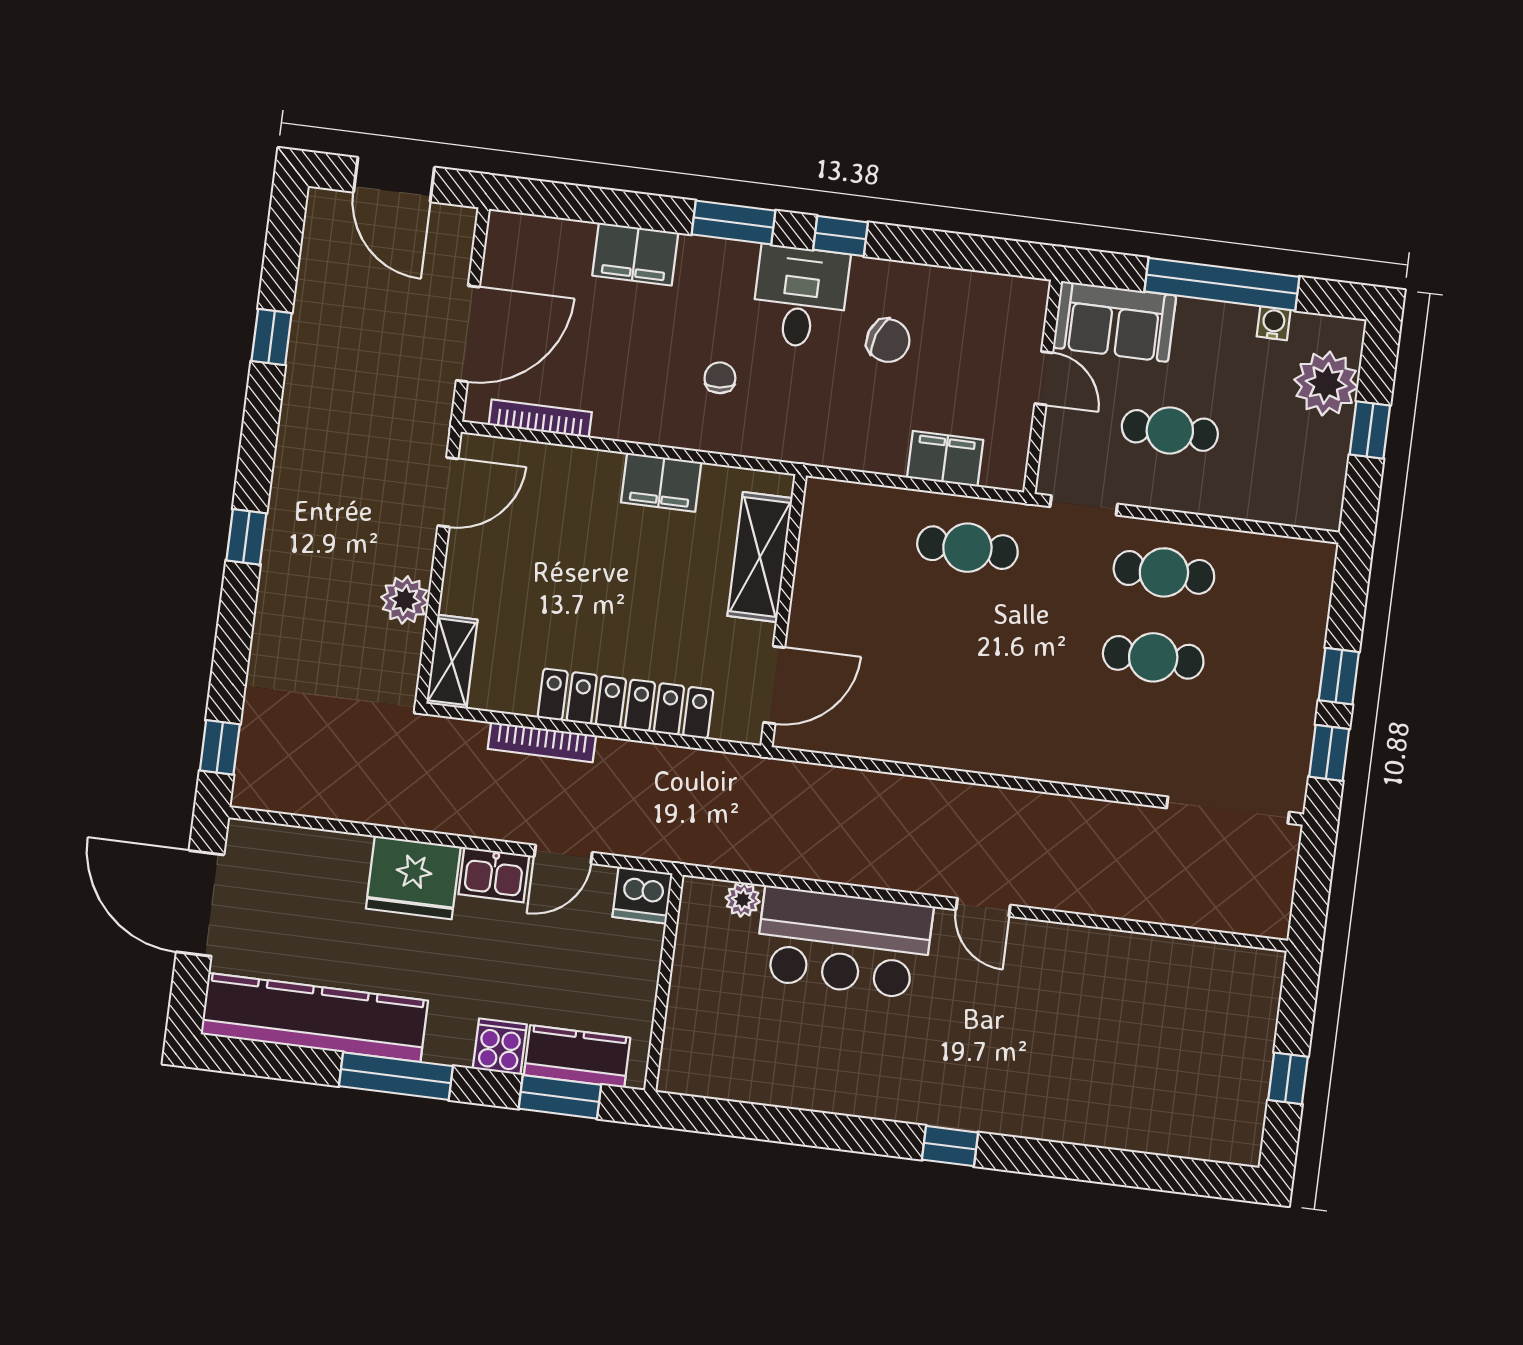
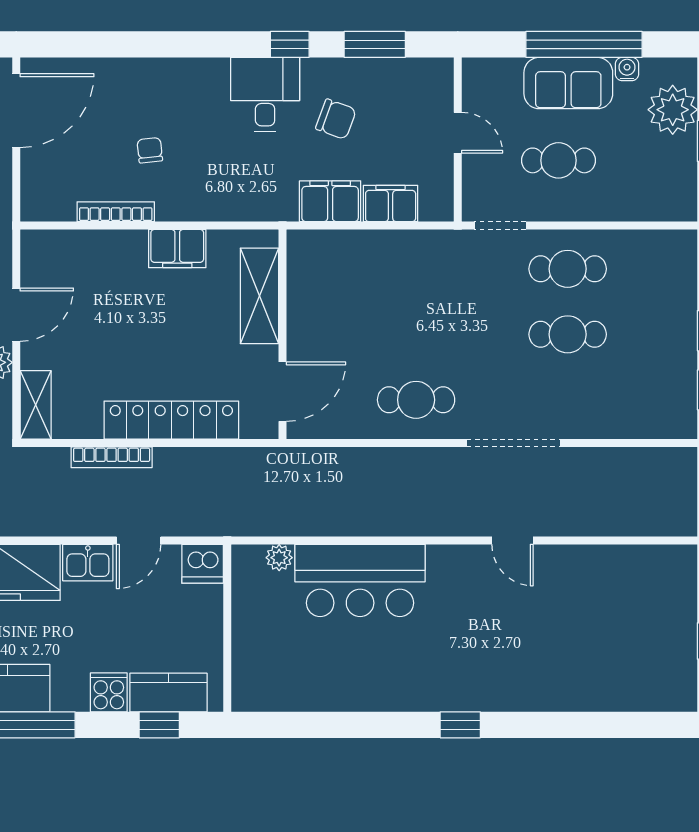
window: (734, 222) -> (375, 44), moved
filing cabinet: (635, 254) -> (330, 201), moved, turned 180
sofa: (1115, 322) -> (568, 83), moved
door: (468, 334) -> (16, 111), moved
chair: (720, 378) -> (150, 150), moved
bookcase: (540, 419) -> (116, 212), moved
door: (448, 492) -> (16, 315), moved
cafe table: (967, 548) -> (416, 400), moved
doorway: (1228, 810) -> (514, 443), moved
door: (983, 907) -> (513, 540), moved
window: (560, 1097) -> (159, 725), width x0.67

